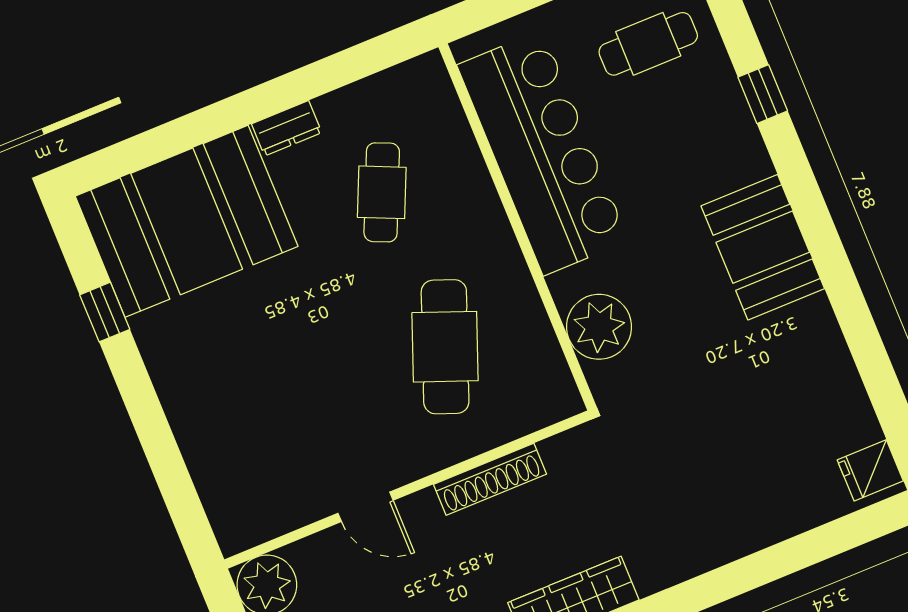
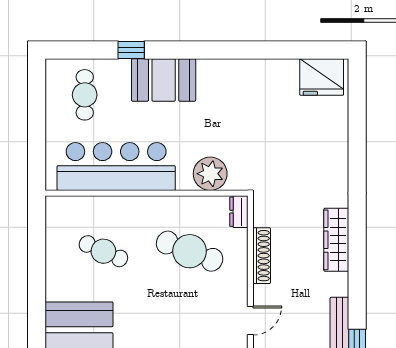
dresser: (287, 128) -> (239, 212), moved, turned 180
booth: (763, 247) -> (164, 80), moved
fridge: (870, 470) -> (322, 77), width x1.88, depth x1.34

